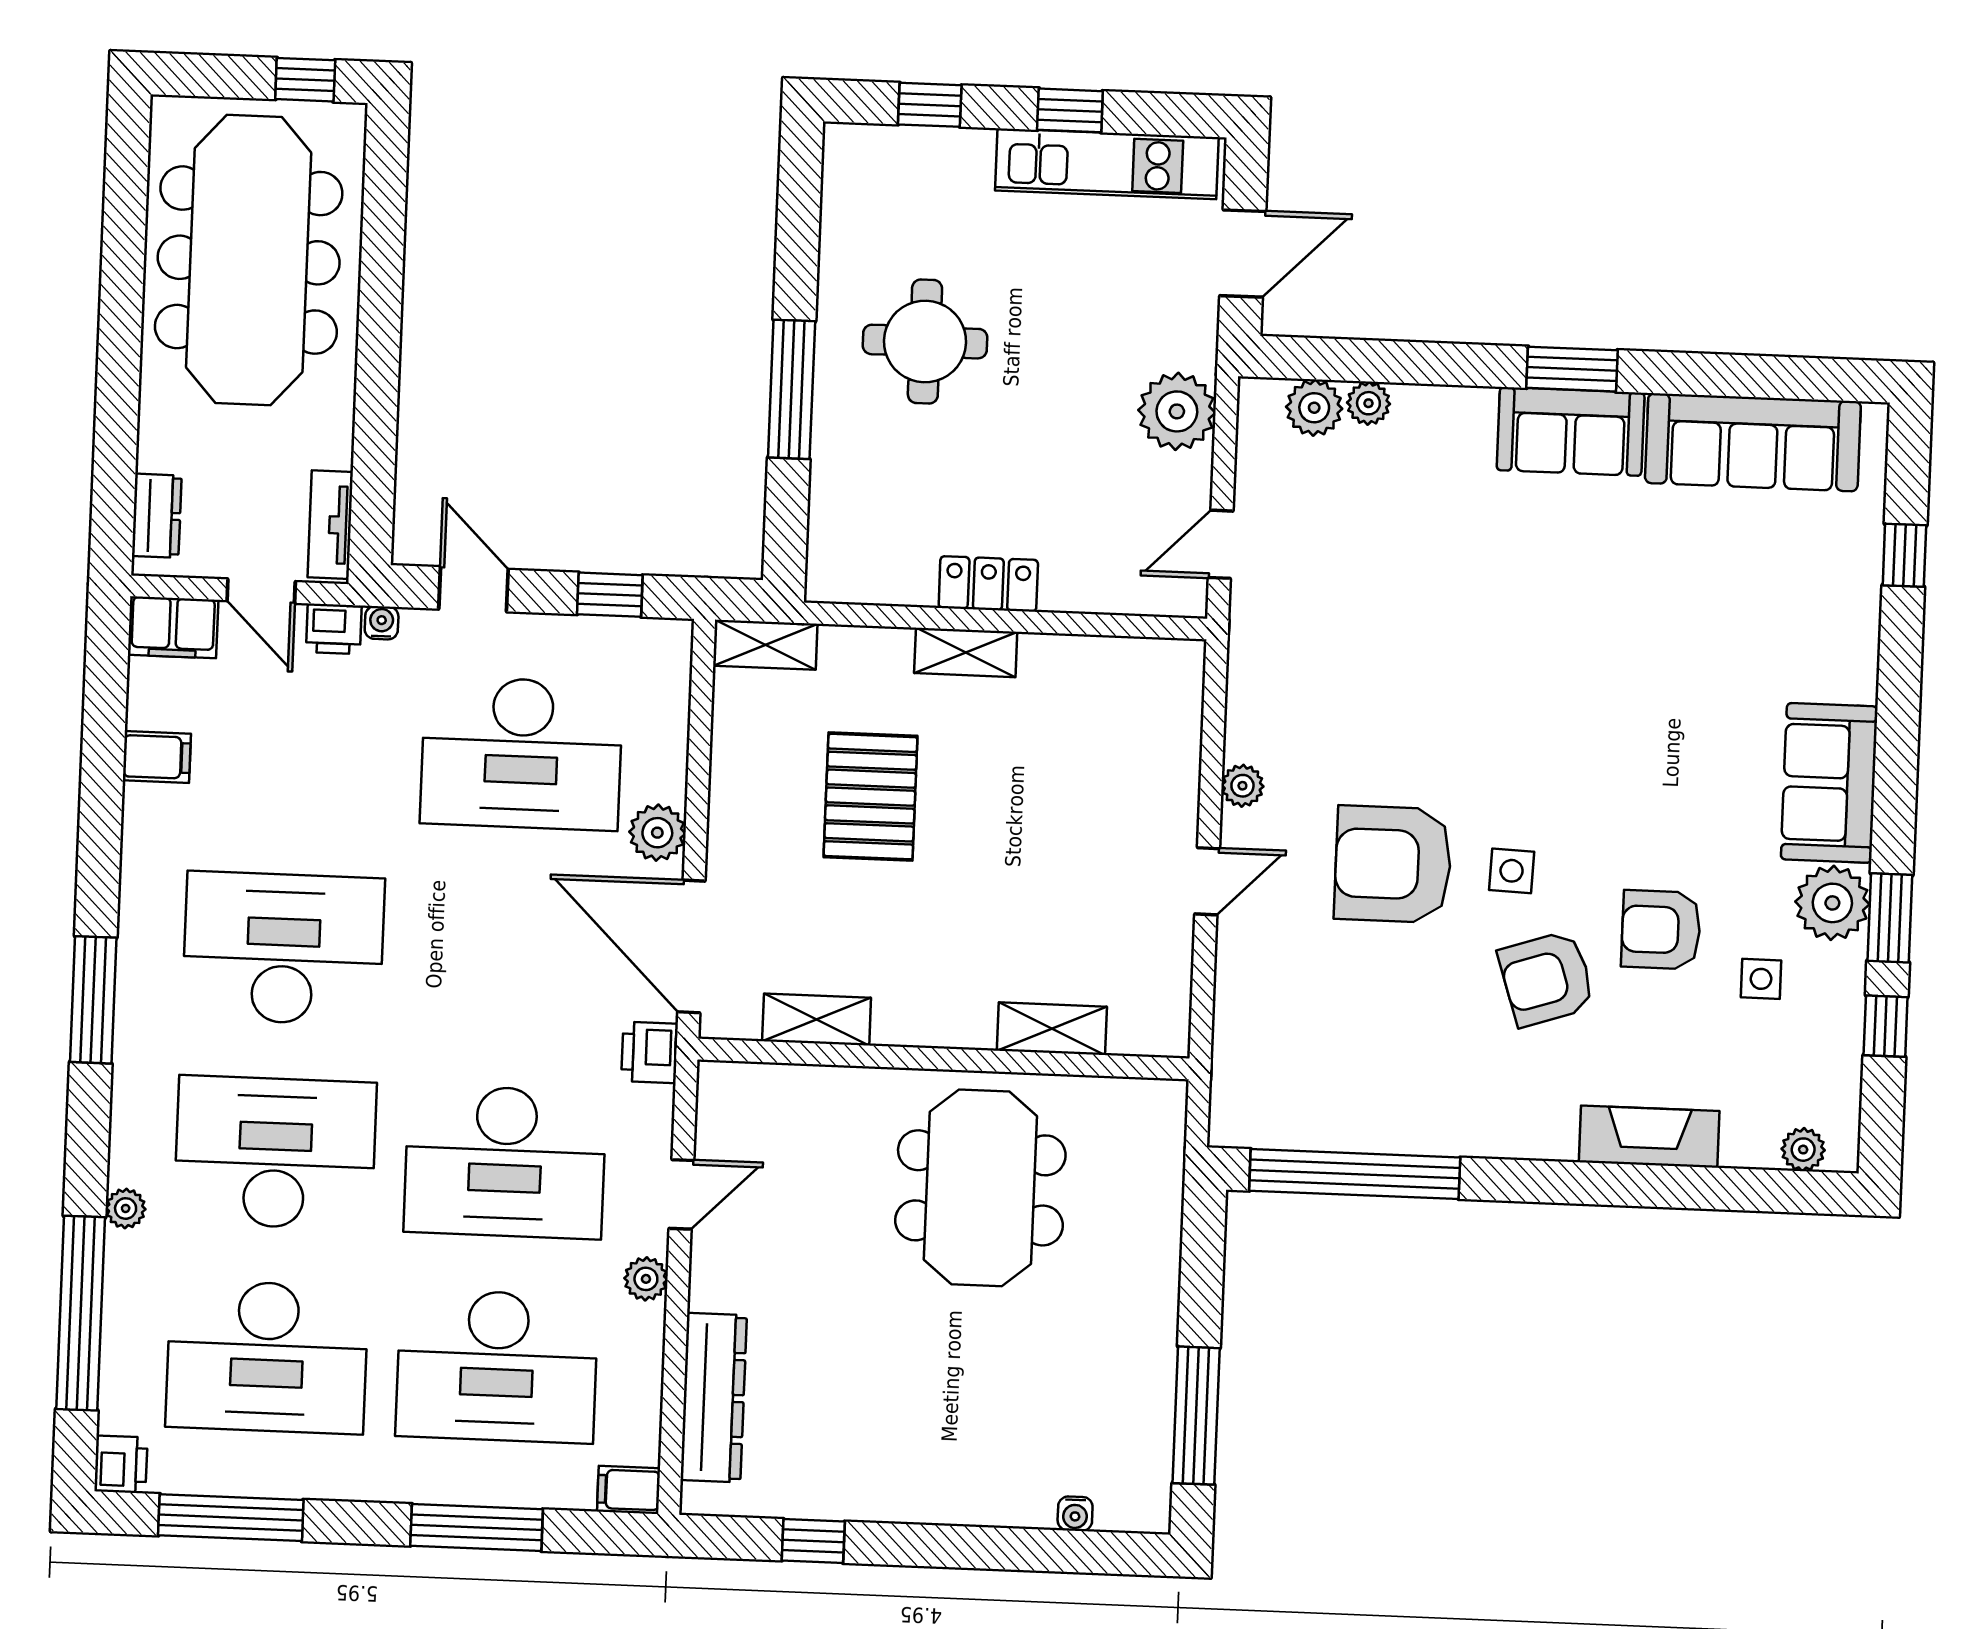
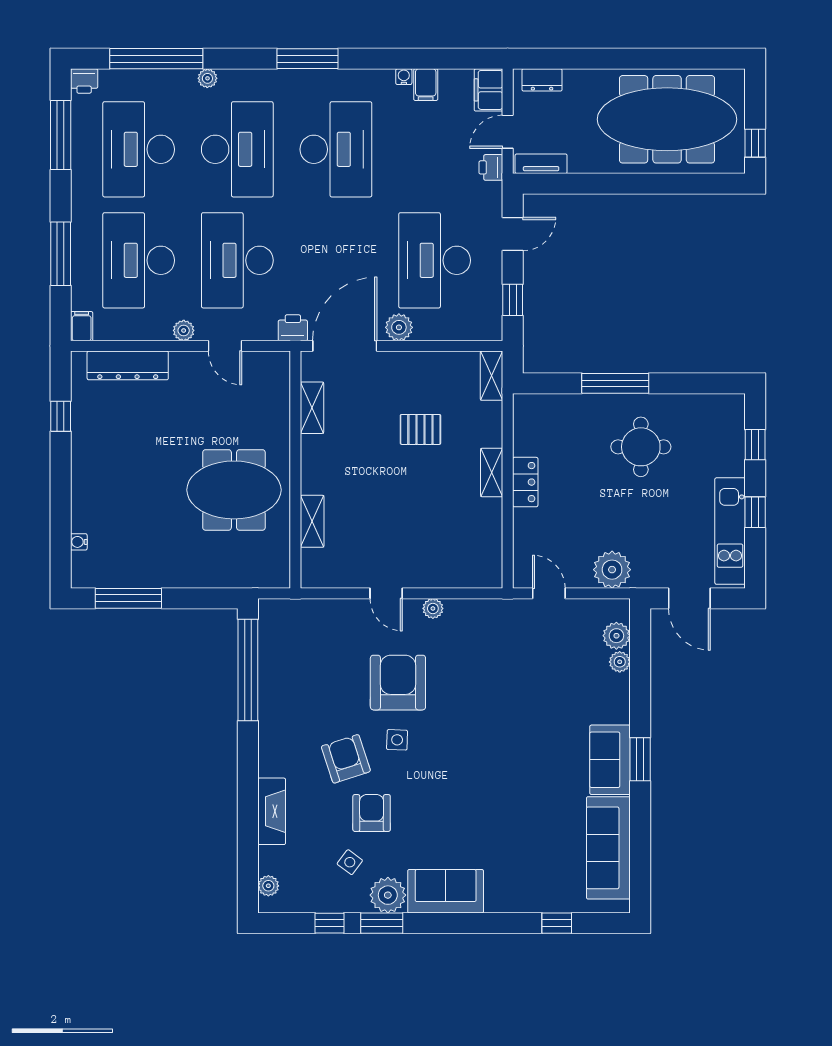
water cooler: (382, 623) -> (404, 77), moved, turned -90
pallet: (871, 797) -> (420, 429), width x0.67, depth x0.71
side table: (1761, 979) -> (350, 862), turned 37

